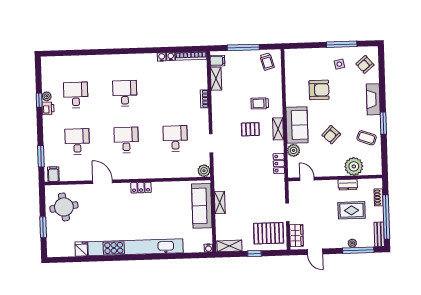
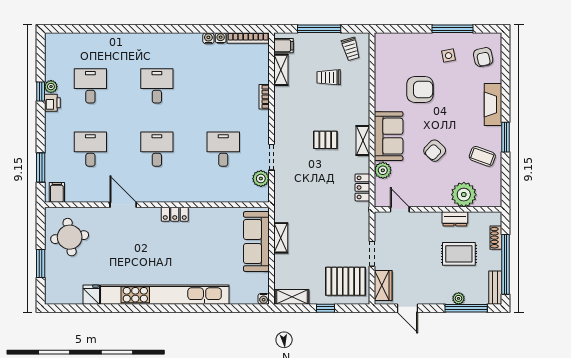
armchair: (365, 64) -> (483, 57), turned -62
trolley: (260, 103) -> (329, 77), moved
plant: (204, 171) -> (261, 179), moved

